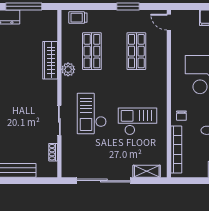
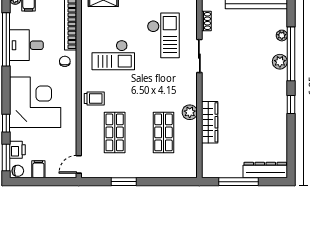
trolley: (78, 18) -> (94, 98), moved
door: (169, 22) -> (79, 164), swing flipped
checkout: (92, 113) -> (163, 35), moved

